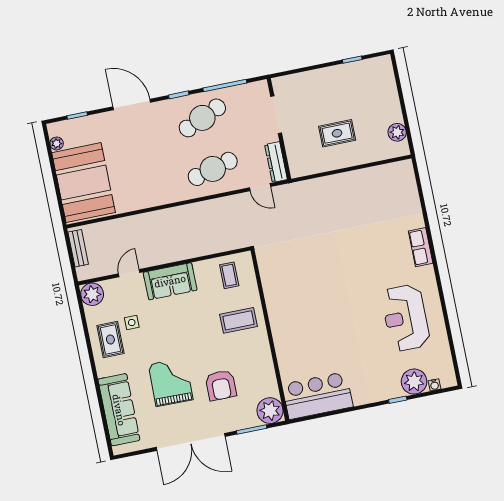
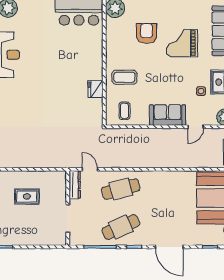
fridge: (274, 296) -> (95, 89), added
grand piano: (171, 382) -> (182, 43), turned 89

